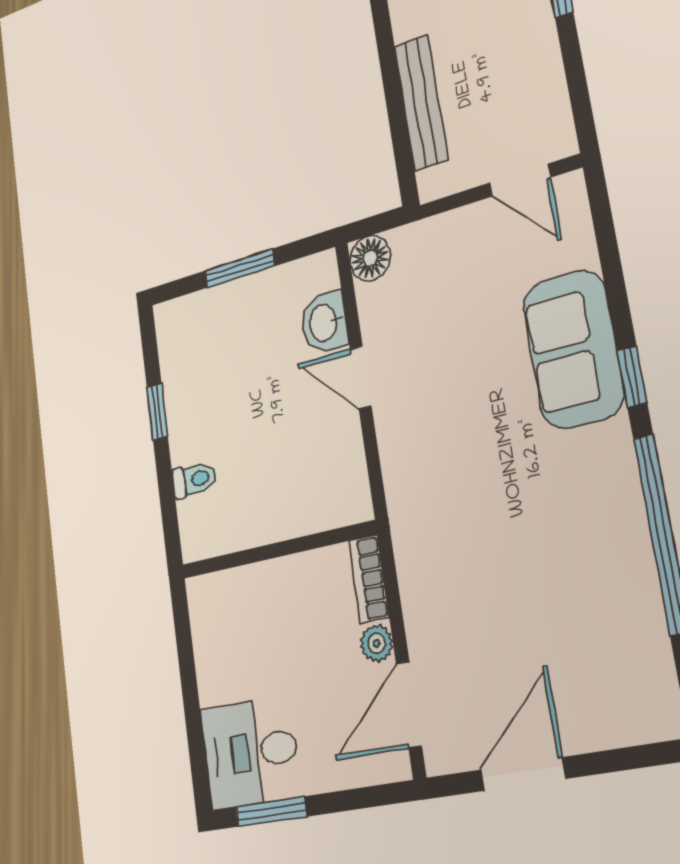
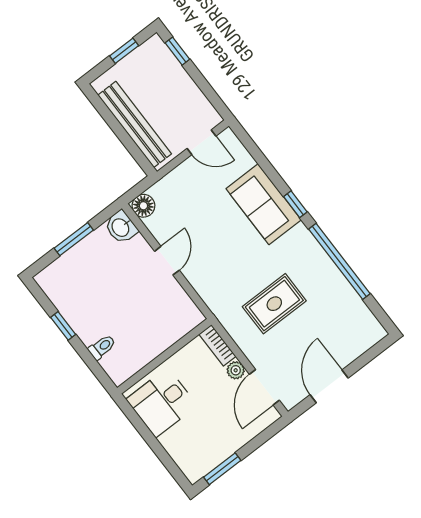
bench: (421, 103) -> (135, 124), width x1.37, depth x1.21
washbasin: (324, 323) -> (121, 227), moved
door: (361, 377) -> (167, 261), swing flipped
rug: (501, 554) -> (274, 304), added
desk: (250, 752) -> (162, 402), moved

